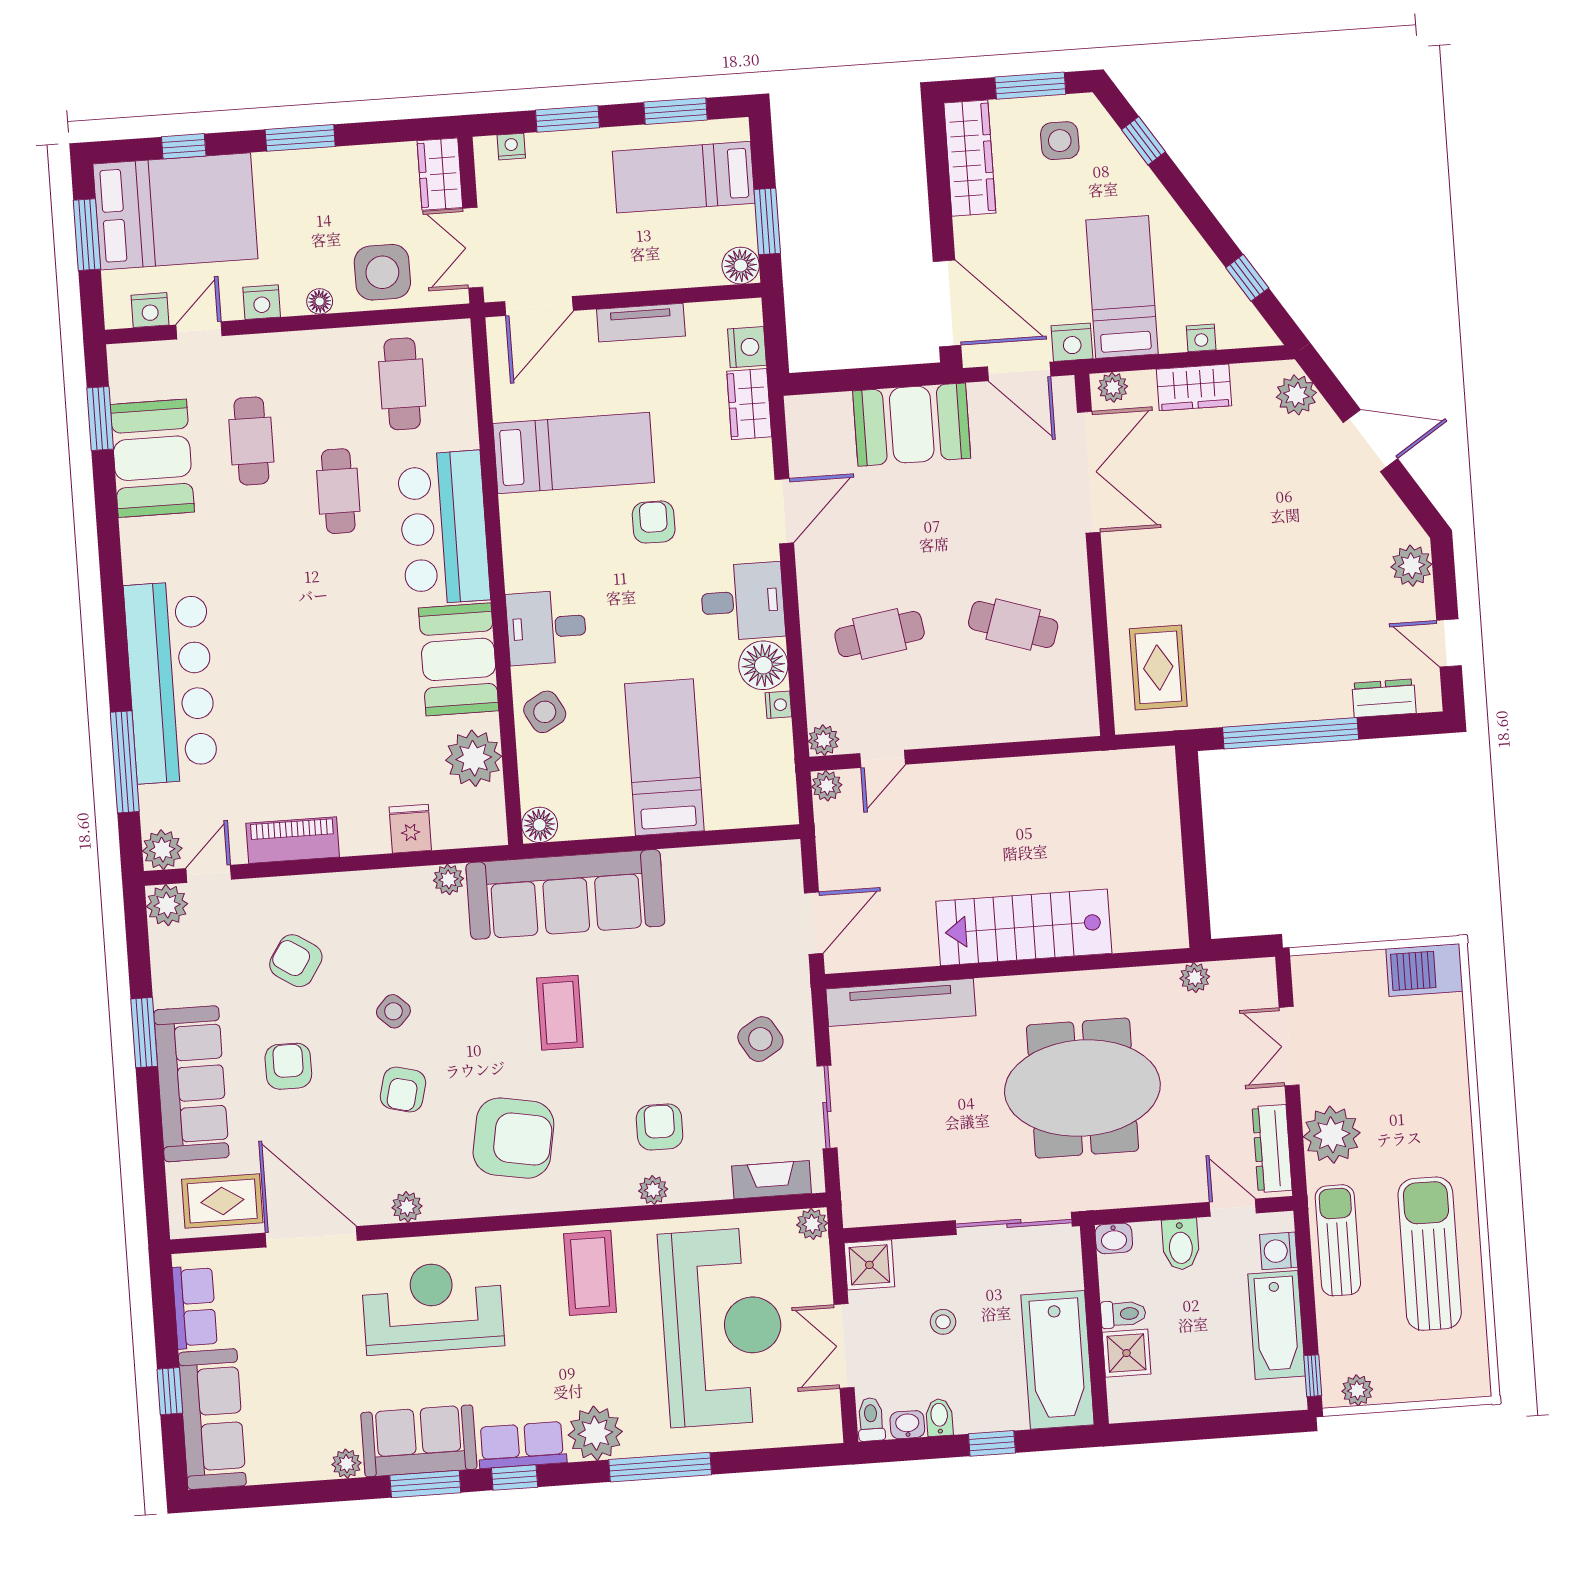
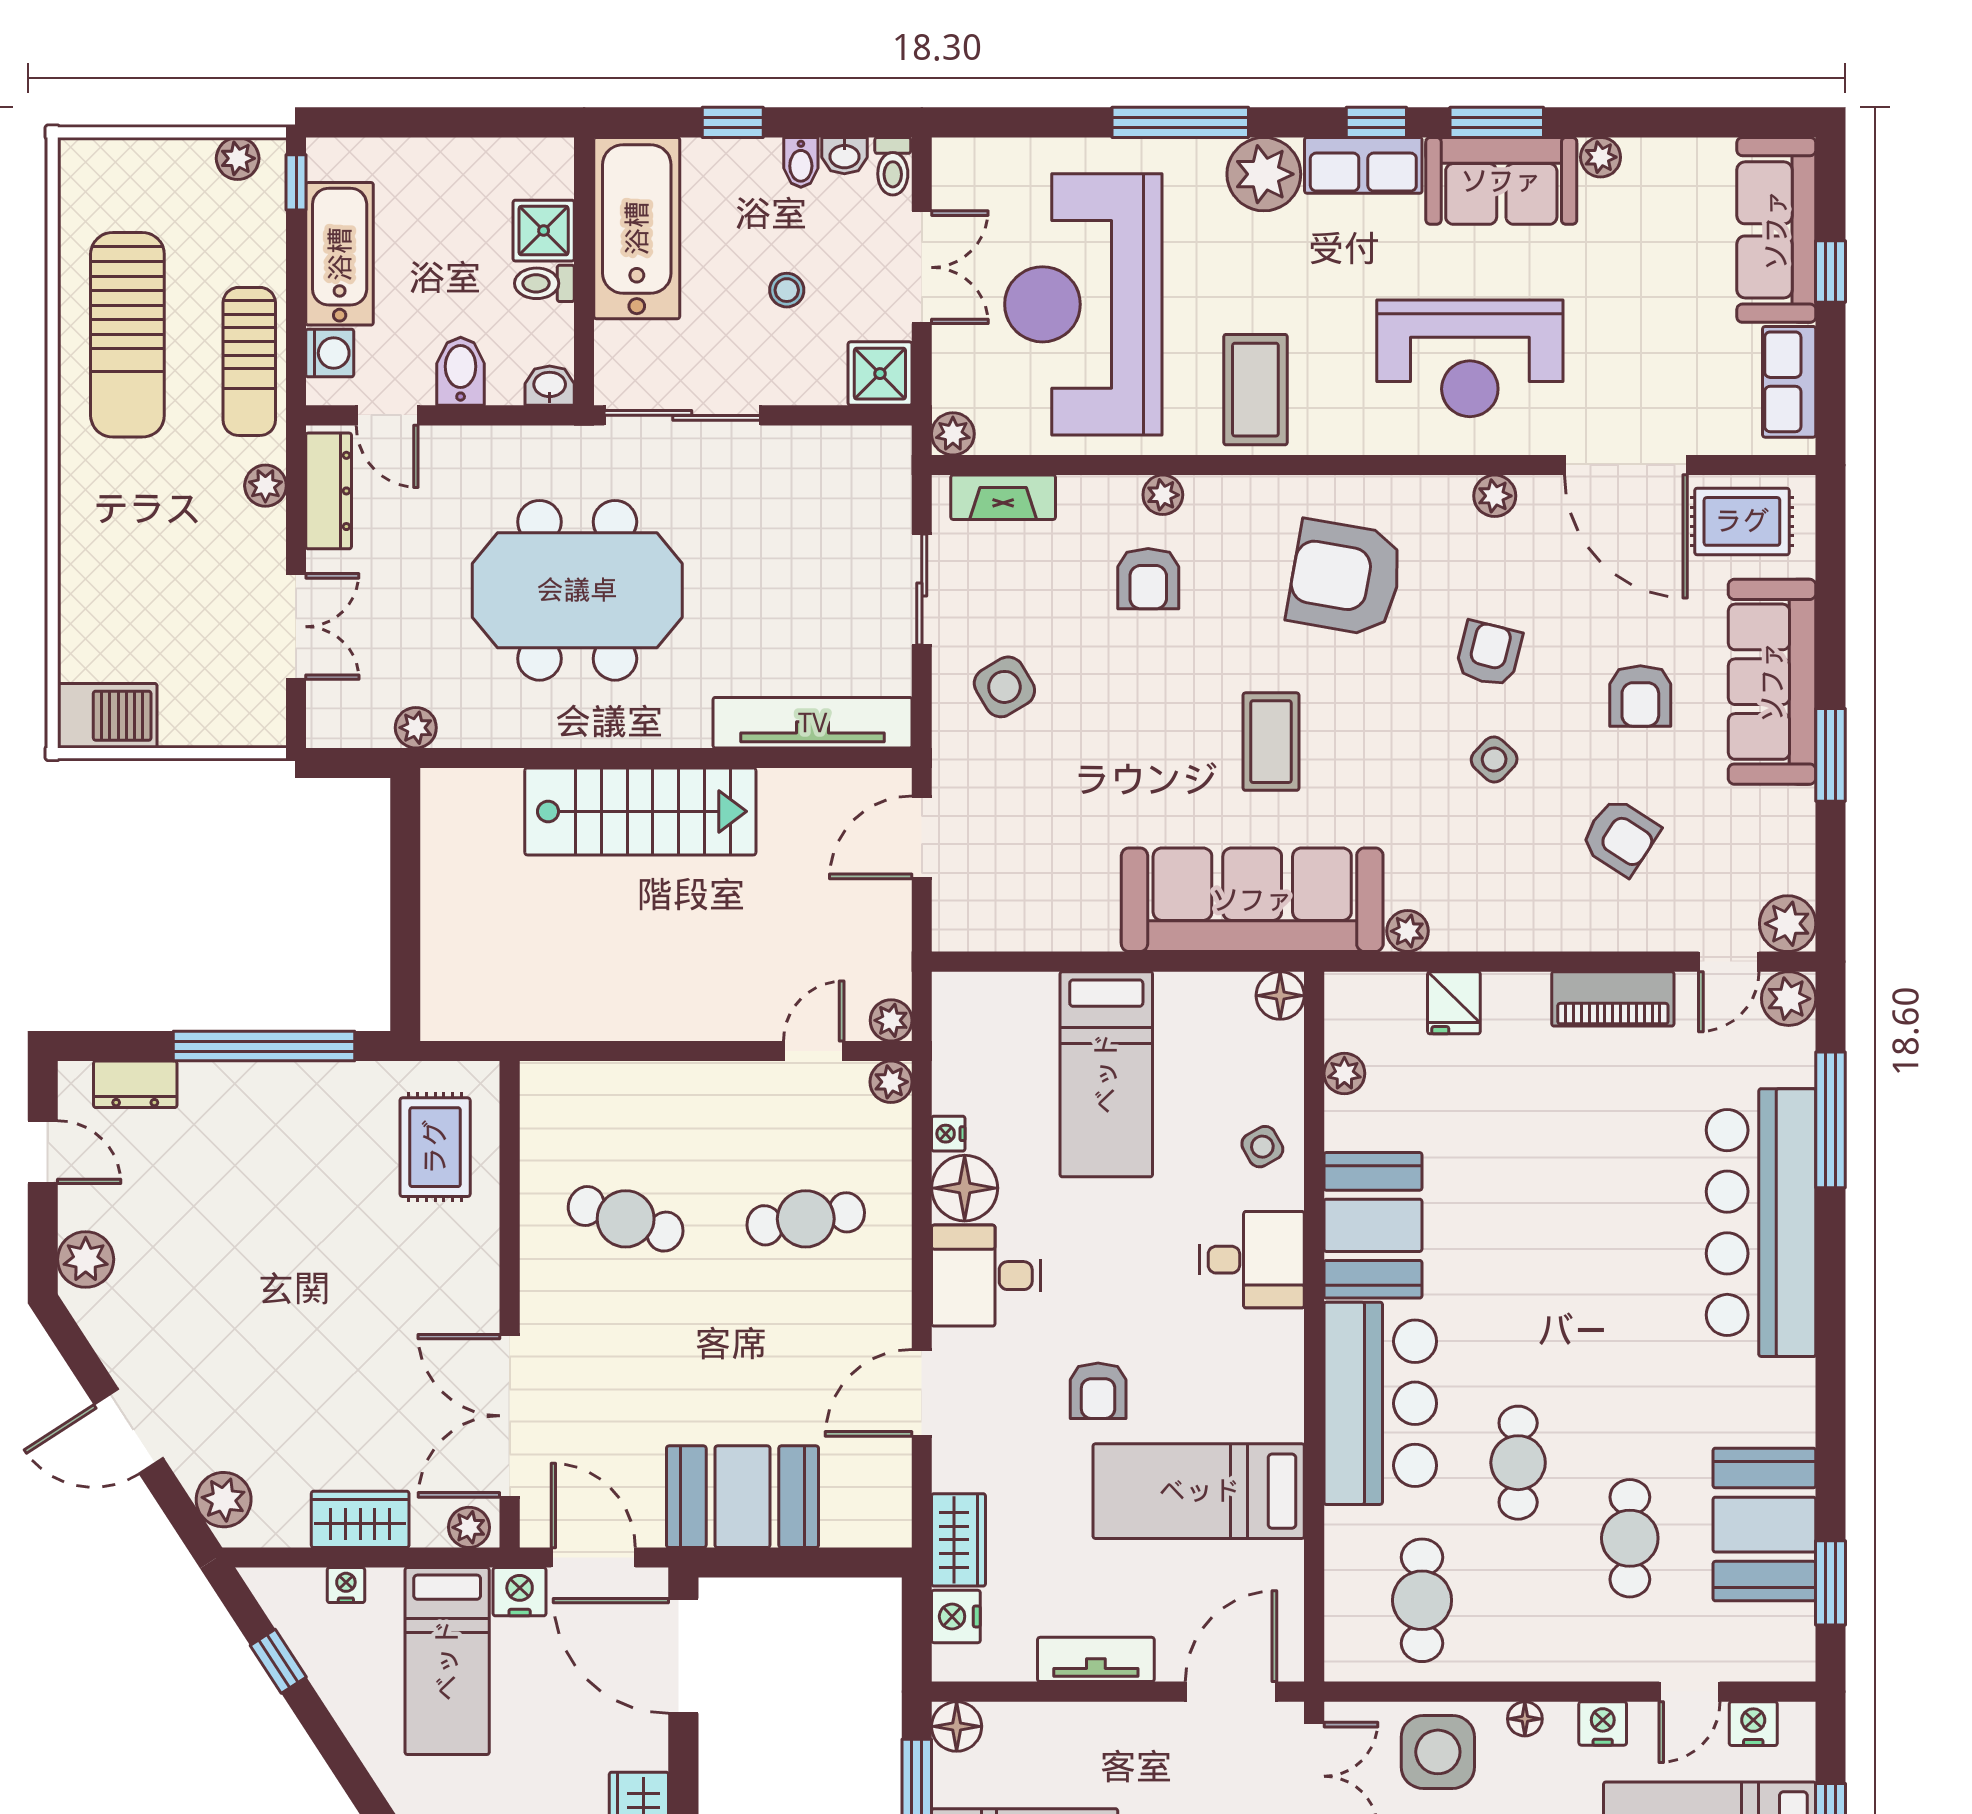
side table: (545, 712) -> (1262, 1147), width x0.73, depth x0.73
plant: (474, 758) -> (1344, 1073), width x0.53, depth x0.53
plant: (1332, 1135) -> (265, 486), width x0.53, depth x0.53

